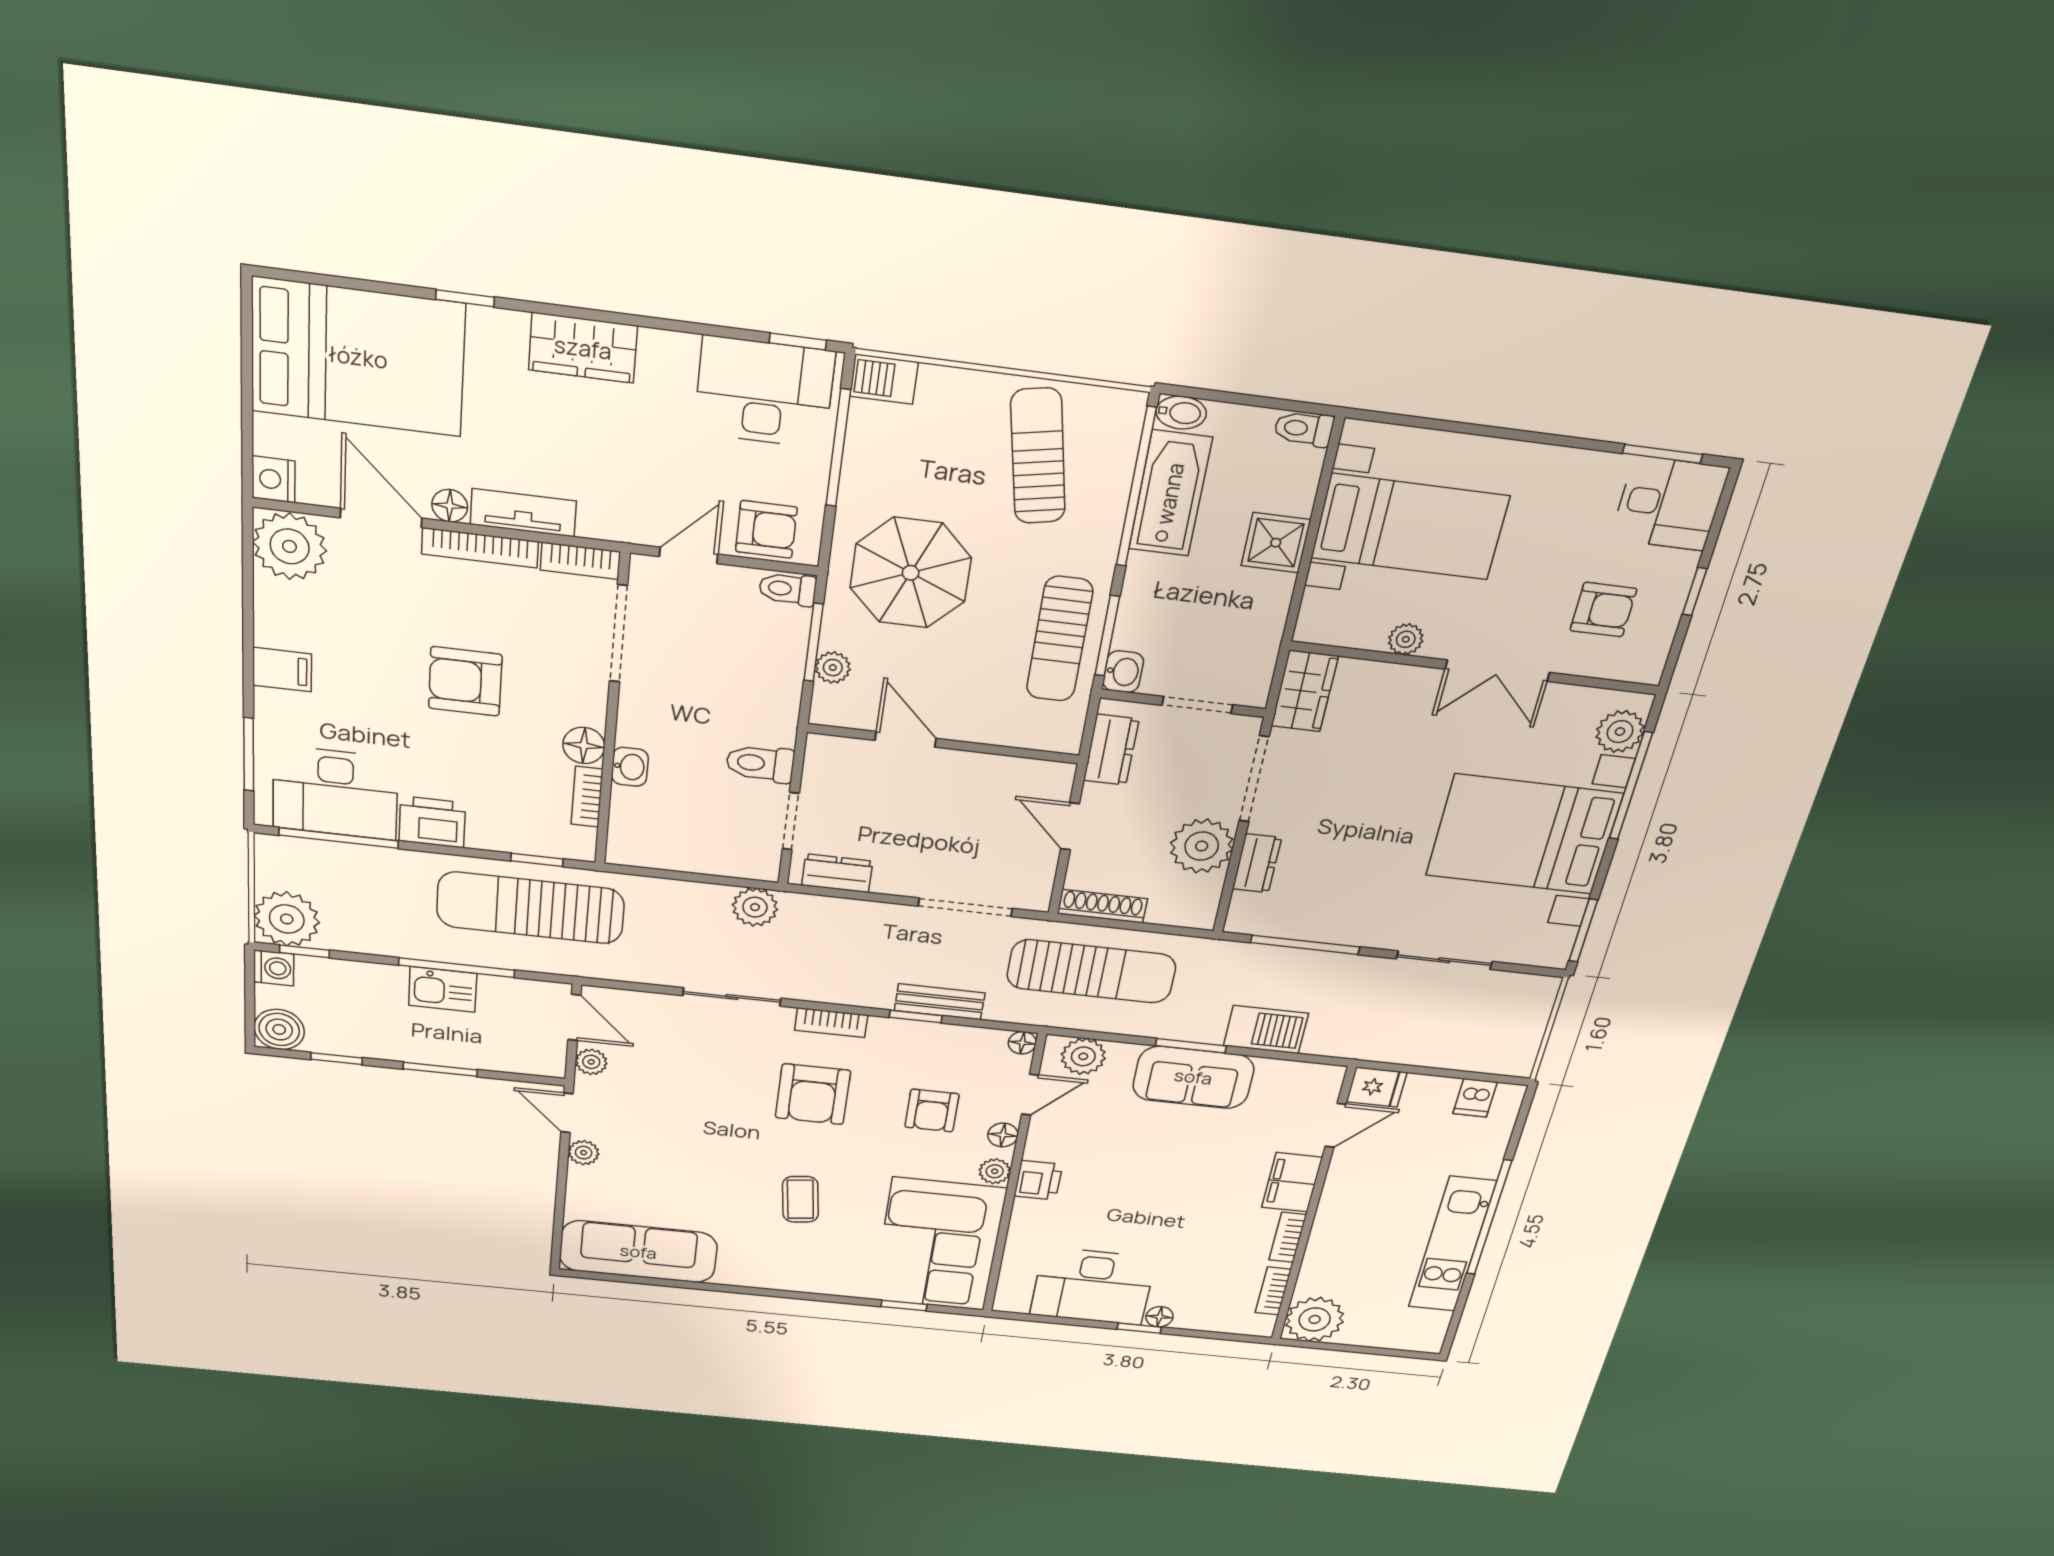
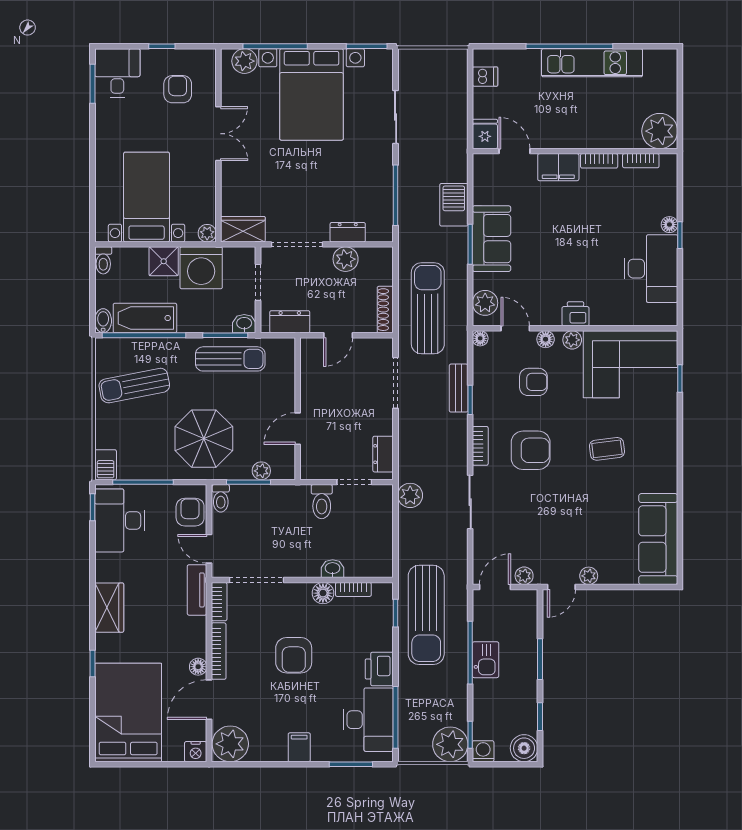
tv unit: (523, 513) -> (197, 590), moved
washing machine: (1248, 609) -> (201, 268), added
plant: (1406, 639) -> (207, 233), moved
plant: (1202, 846) -> (346, 259), width x0.73, depth x0.73

